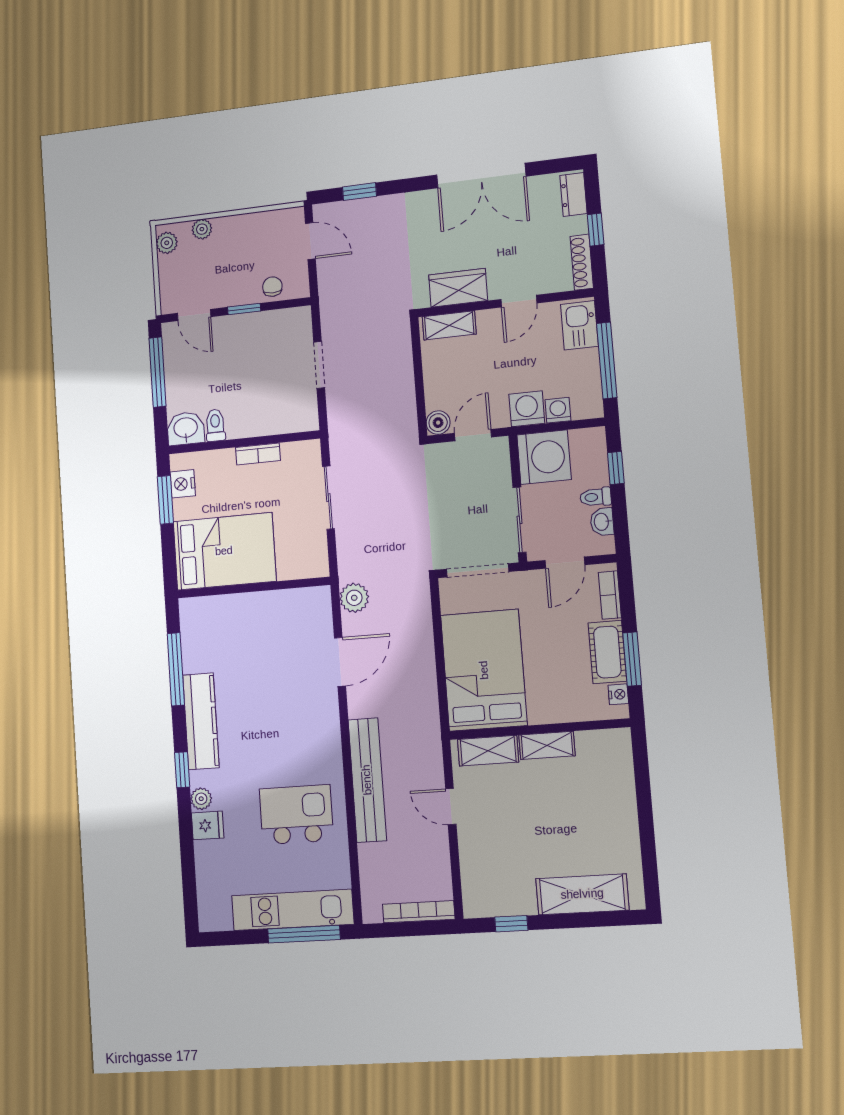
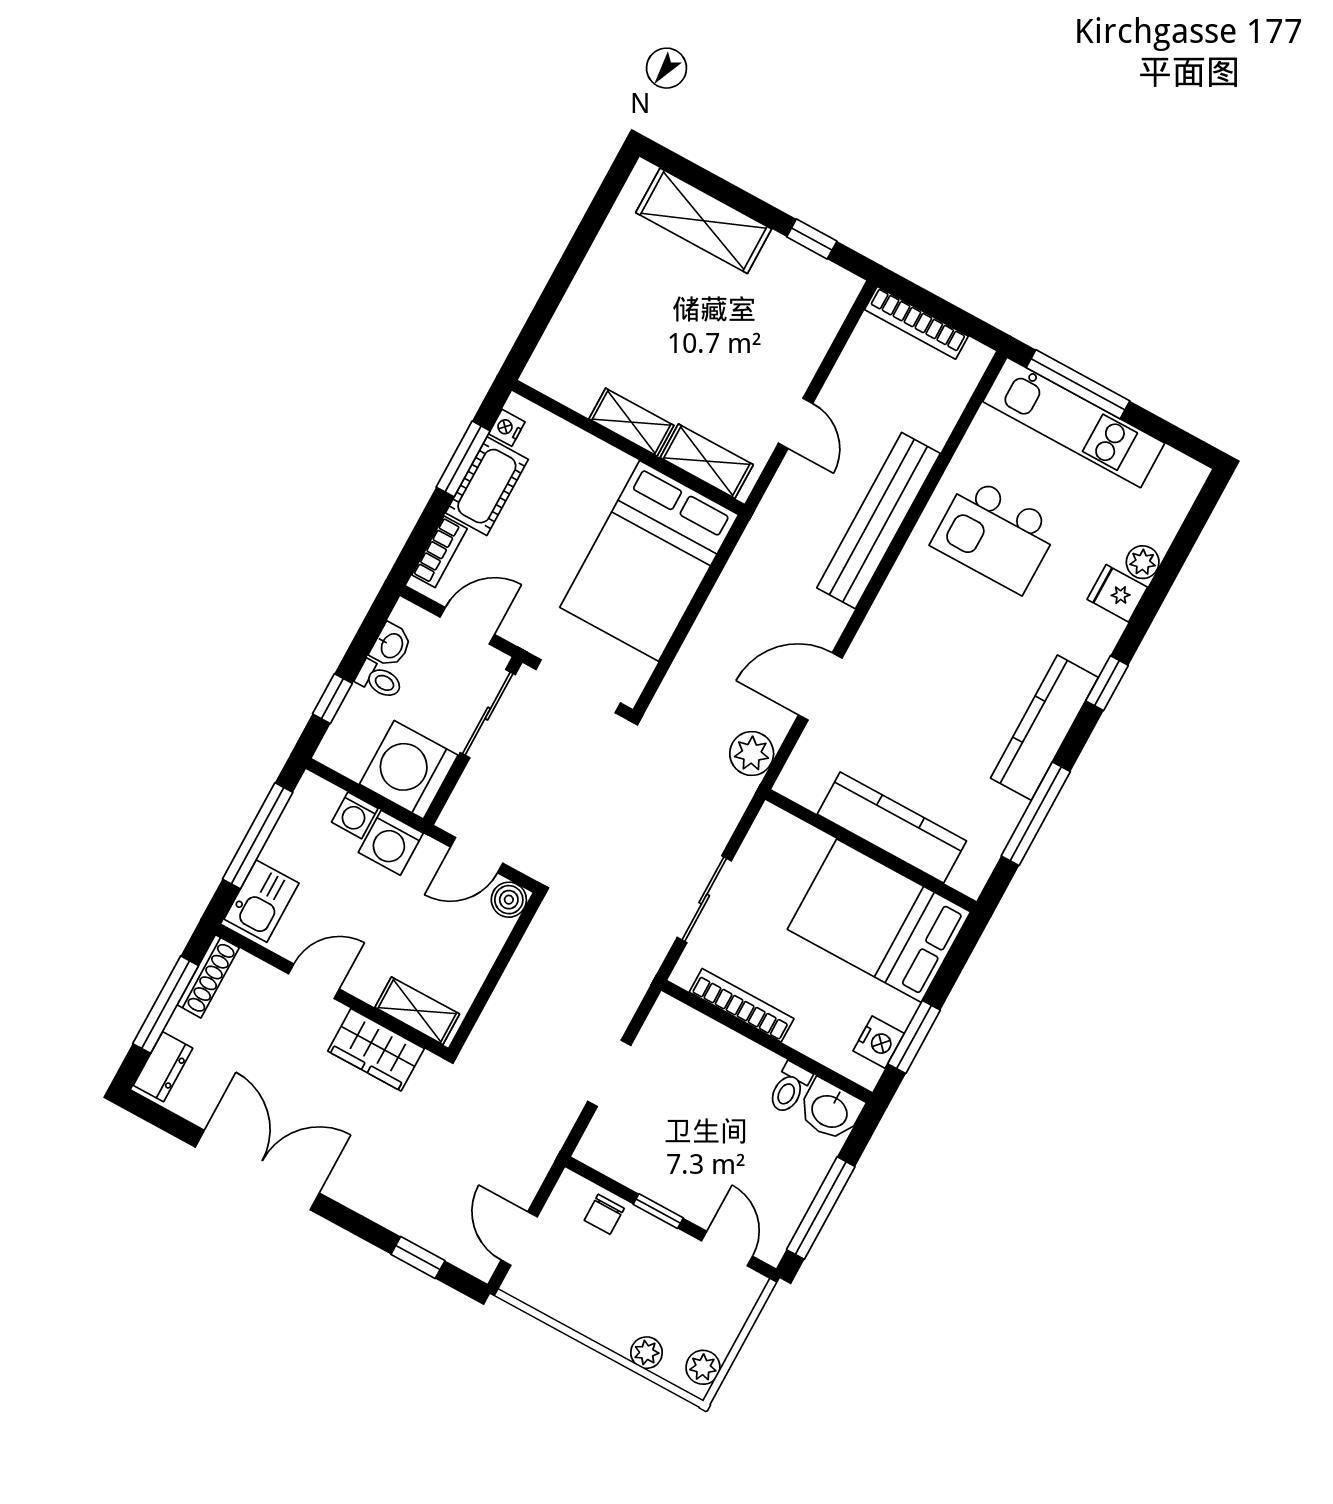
window: (596, 230) -> (166, 1005), width x2.17
bookcase: (258, 454) -> (742, 1005), width x1.56
kitchen counter: (250, 608) -> (892, 828), added
plant: (201, 799) -> (1143, 562), moved

